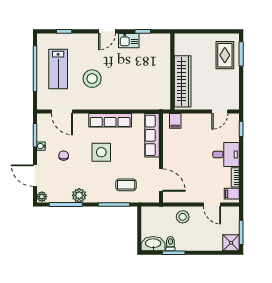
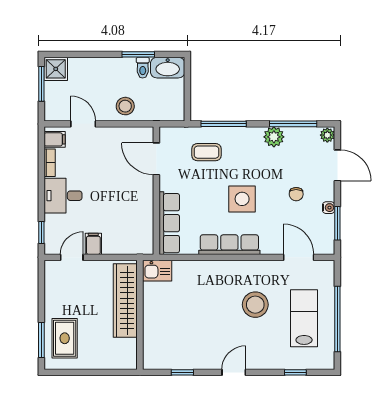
kitchen sink: (129, 41) -> (157, 271), moved, turned 180
filing cabinet: (175, 121) -> (93, 244), moved

